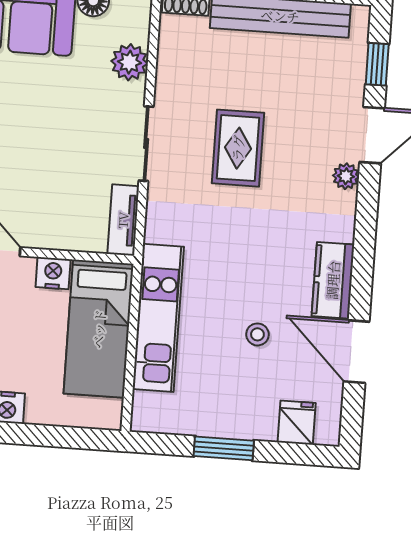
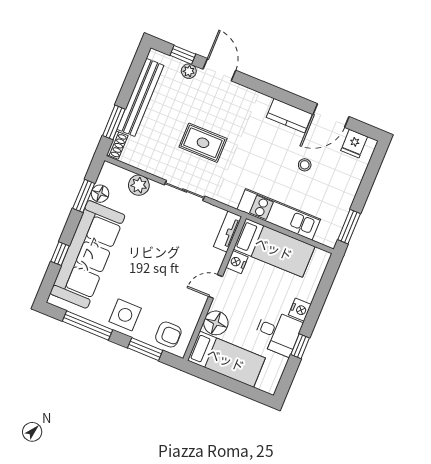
plant: (346, 176) -> (189, 71), moved
tv unit: (123, 220) -> (228, 231), moved, turned 90
fridge: (297, 423) -> (354, 144), moved, turned -90
window: (224, 448) -> (349, 227), moved

